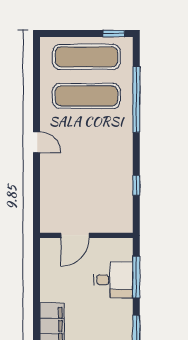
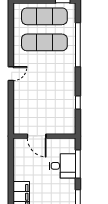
door: (37, 142) -> (11, 74), hinge flipped
door: (75, 235) -> (37, 136), hinge flipped

